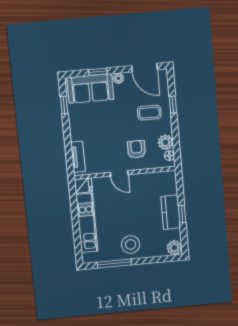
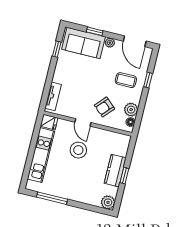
armchair: (136, 149) -> (104, 107), turned -138
stool: (131, 245) -> (78, 150), moved

